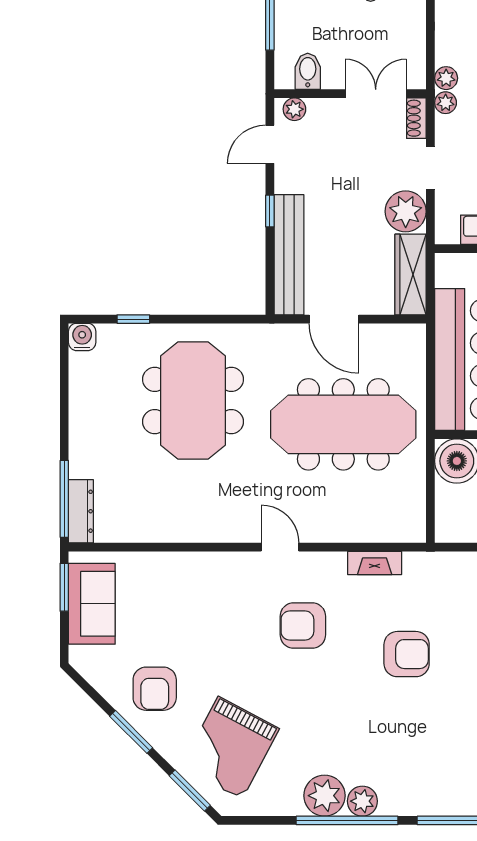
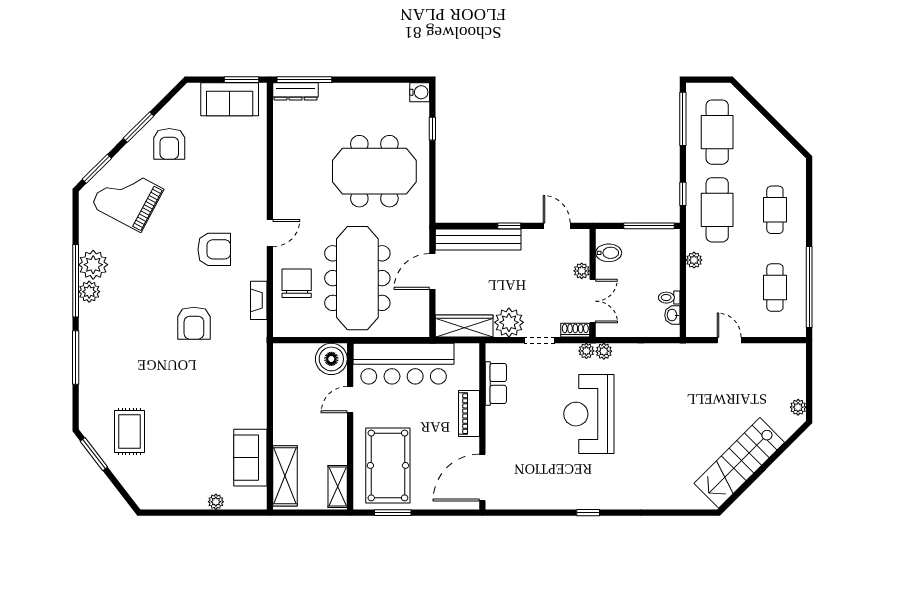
plant: (294, 109) -> (582, 271), moved
chair: (350, 510) -> (297, 283), added
armchair: (303, 626) -> (214, 249), turned 90
armchair: (155, 689) -> (169, 144), turned -90

